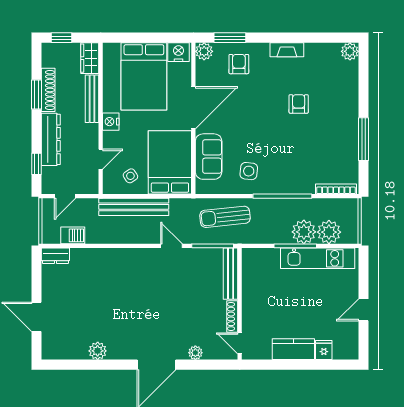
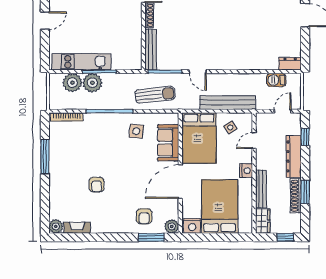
fireplace: (287, 50) -> (77, 228), moved

